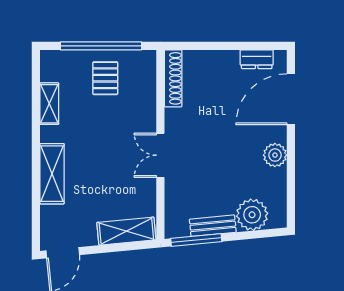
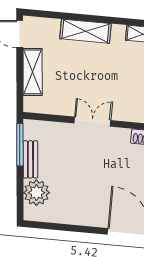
plant: (275, 155) -> (84, 216), removed
shelving: (126, 231) -> (33, 72), moved

